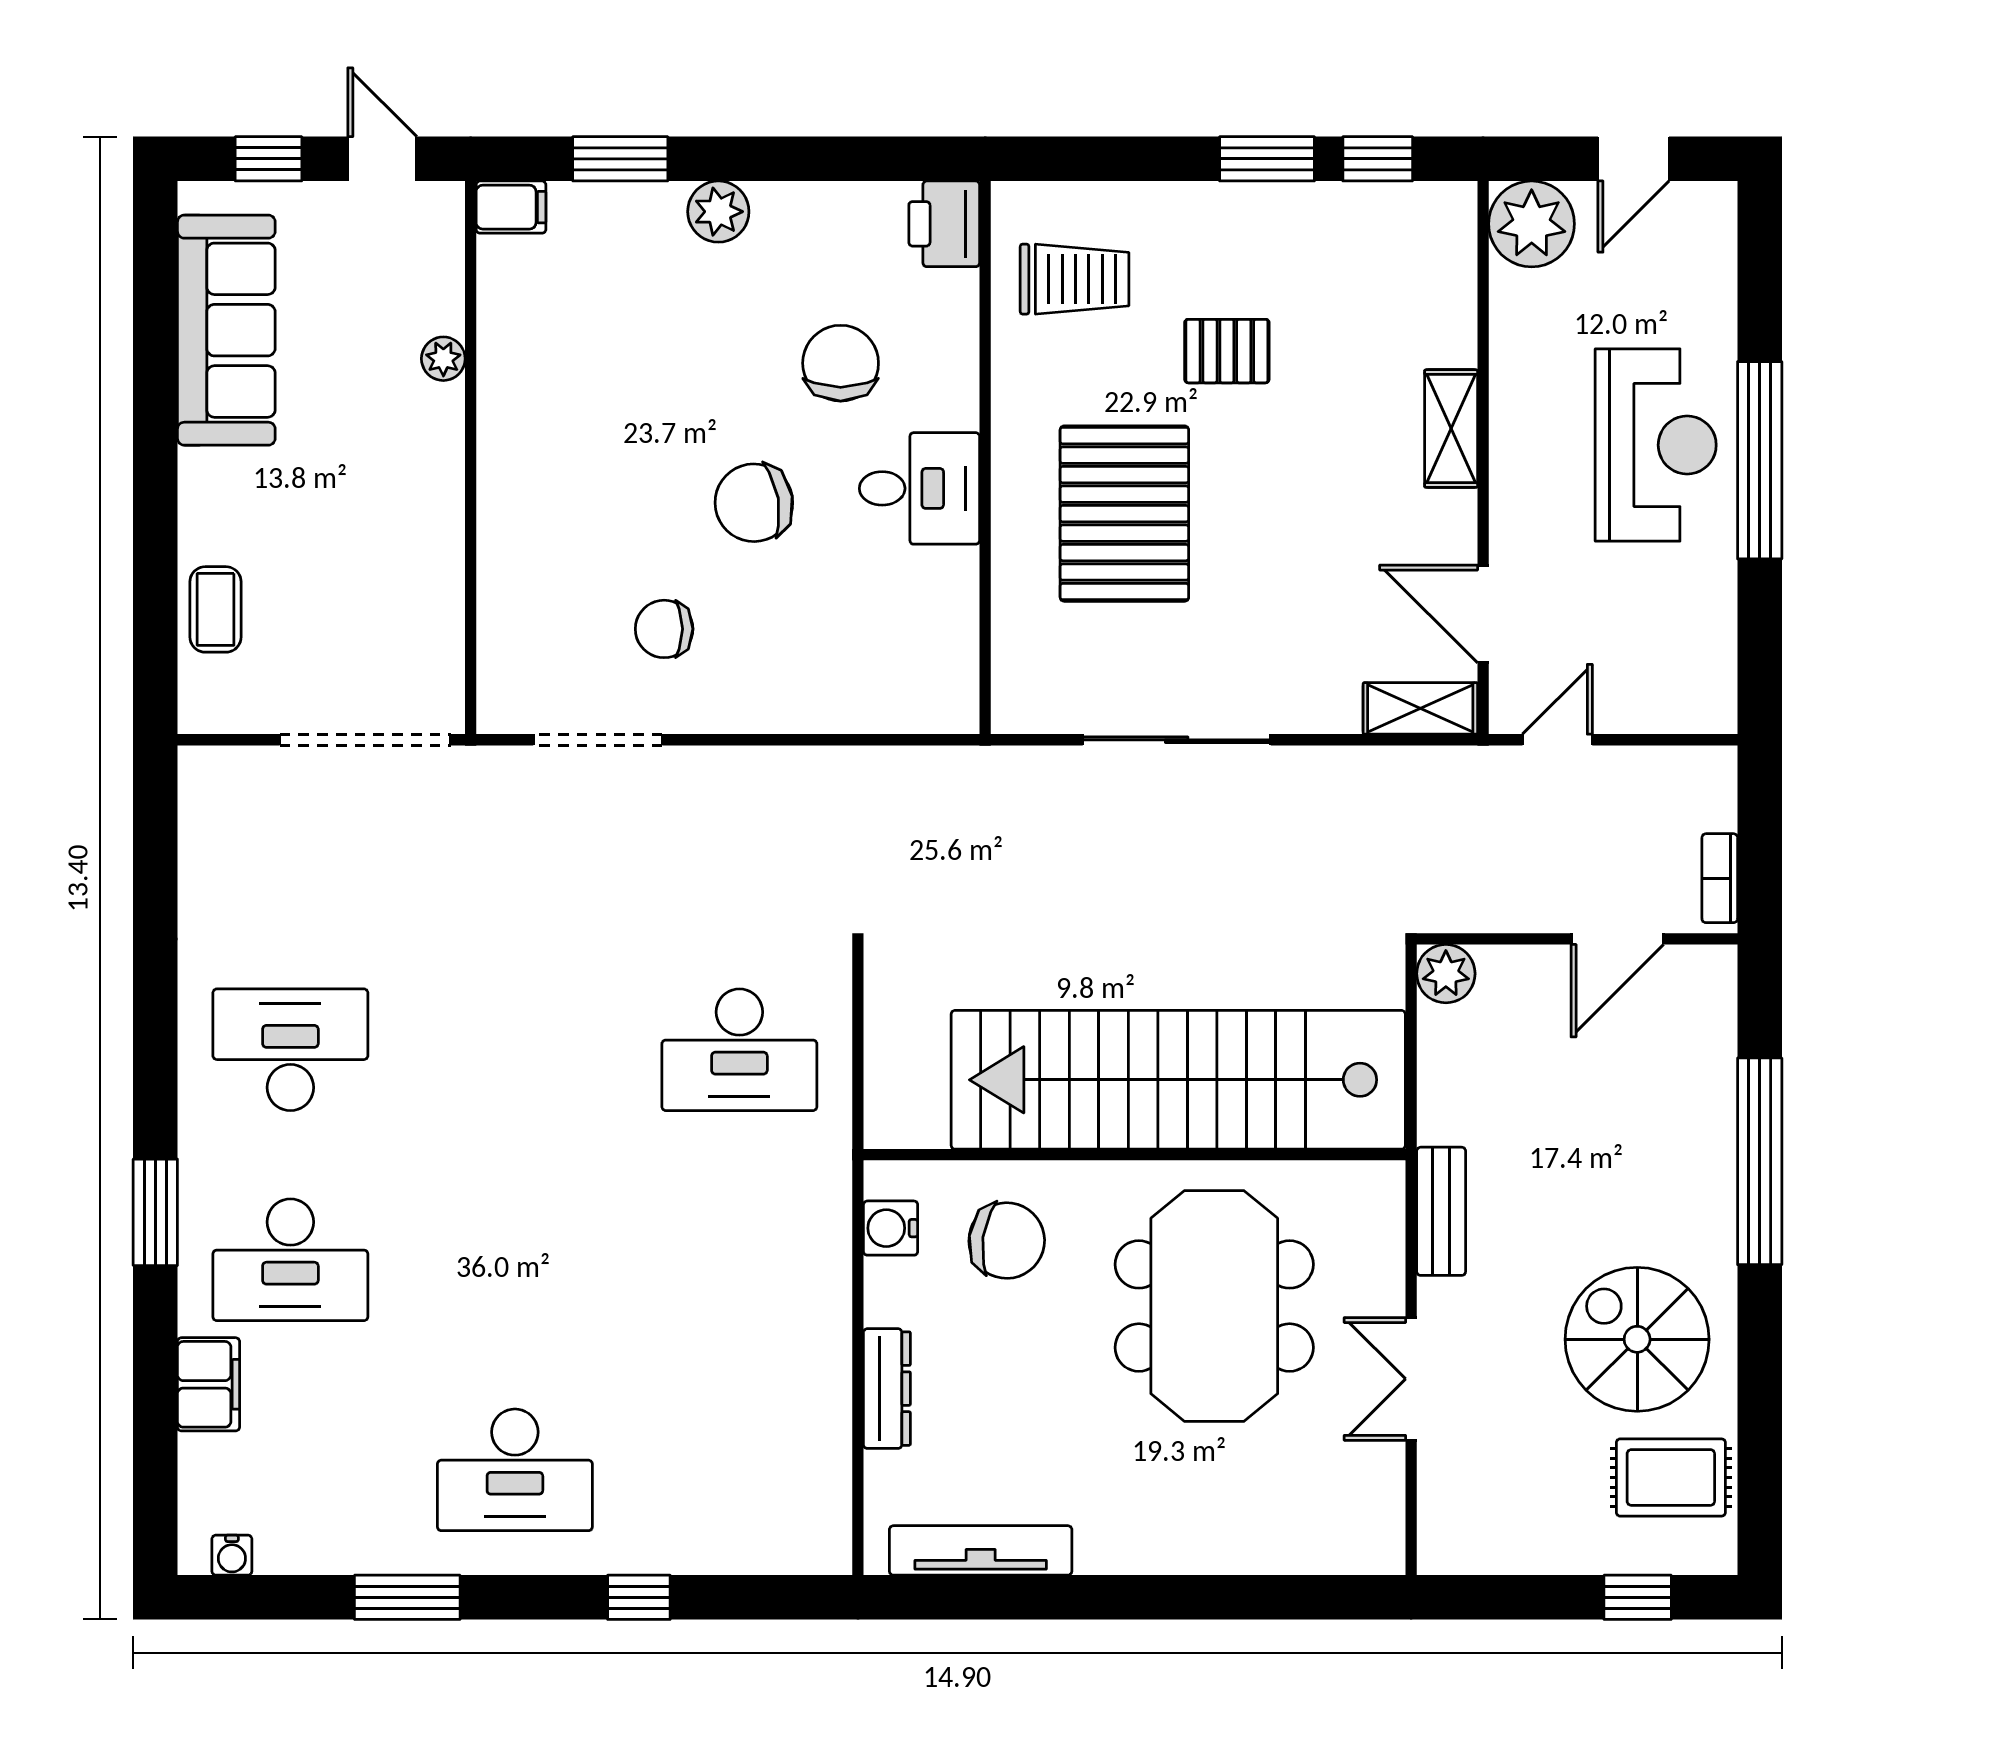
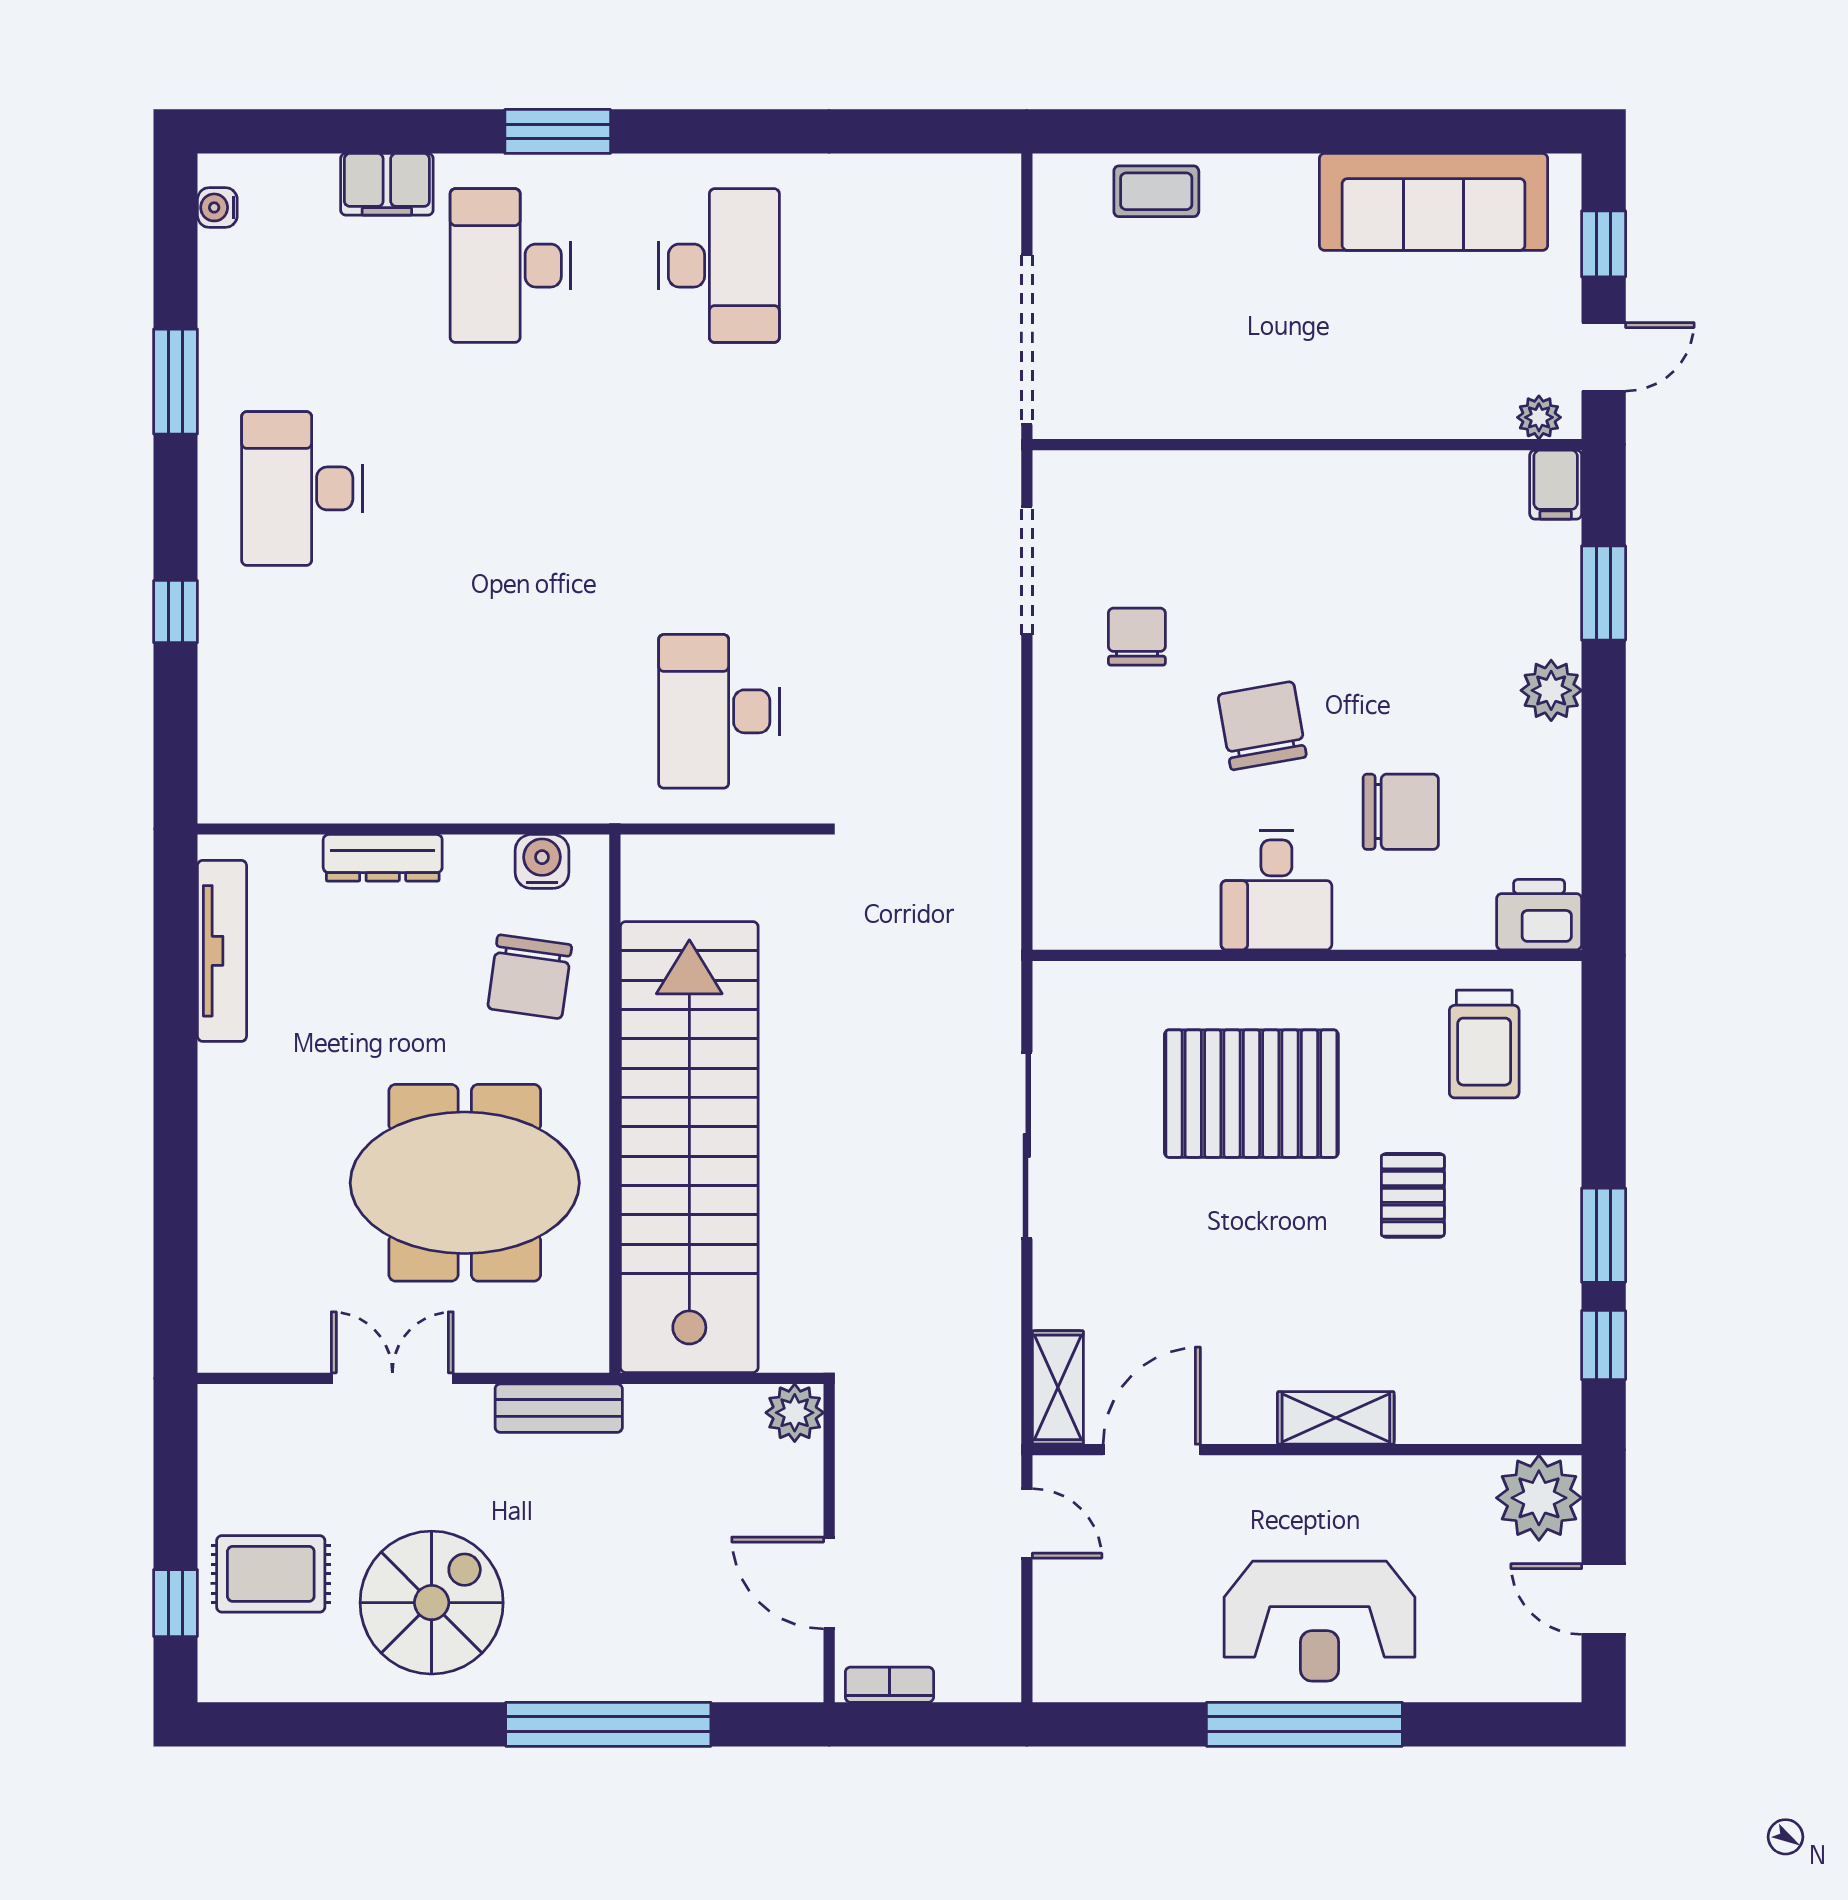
plant: (443, 359) -> (1539, 417), moved
rug: (1671, 1477) -> (271, 1574), moved, turned 90

